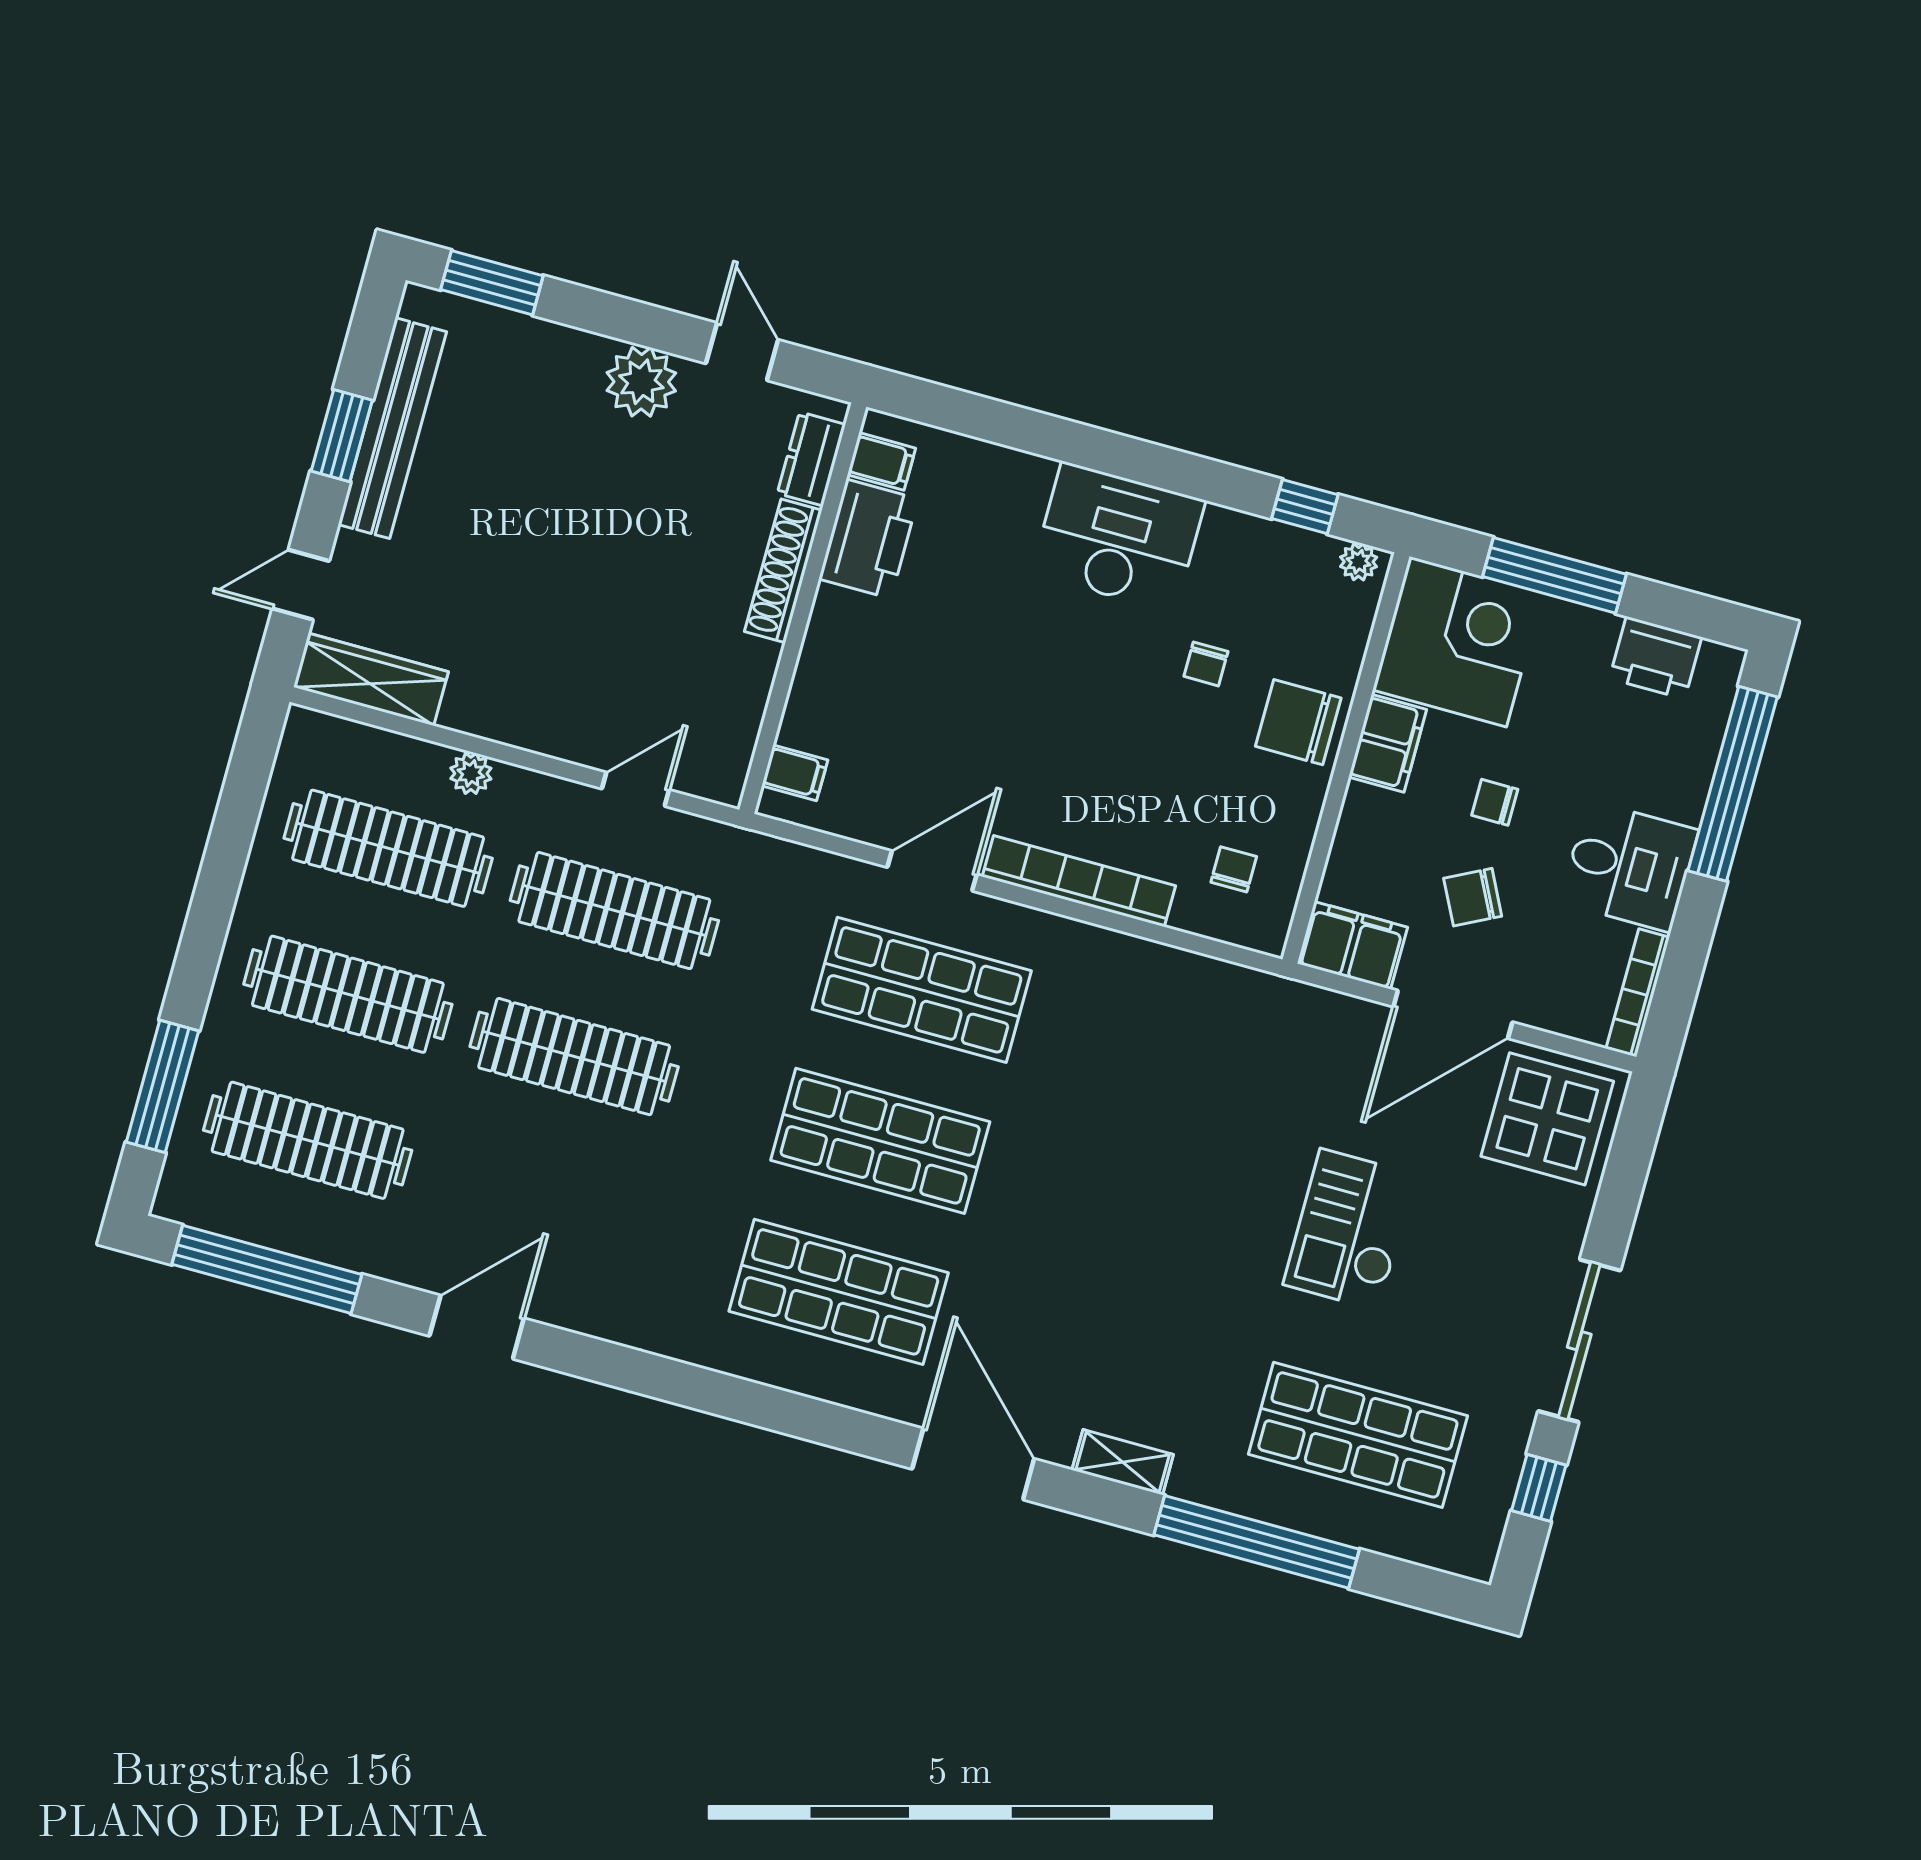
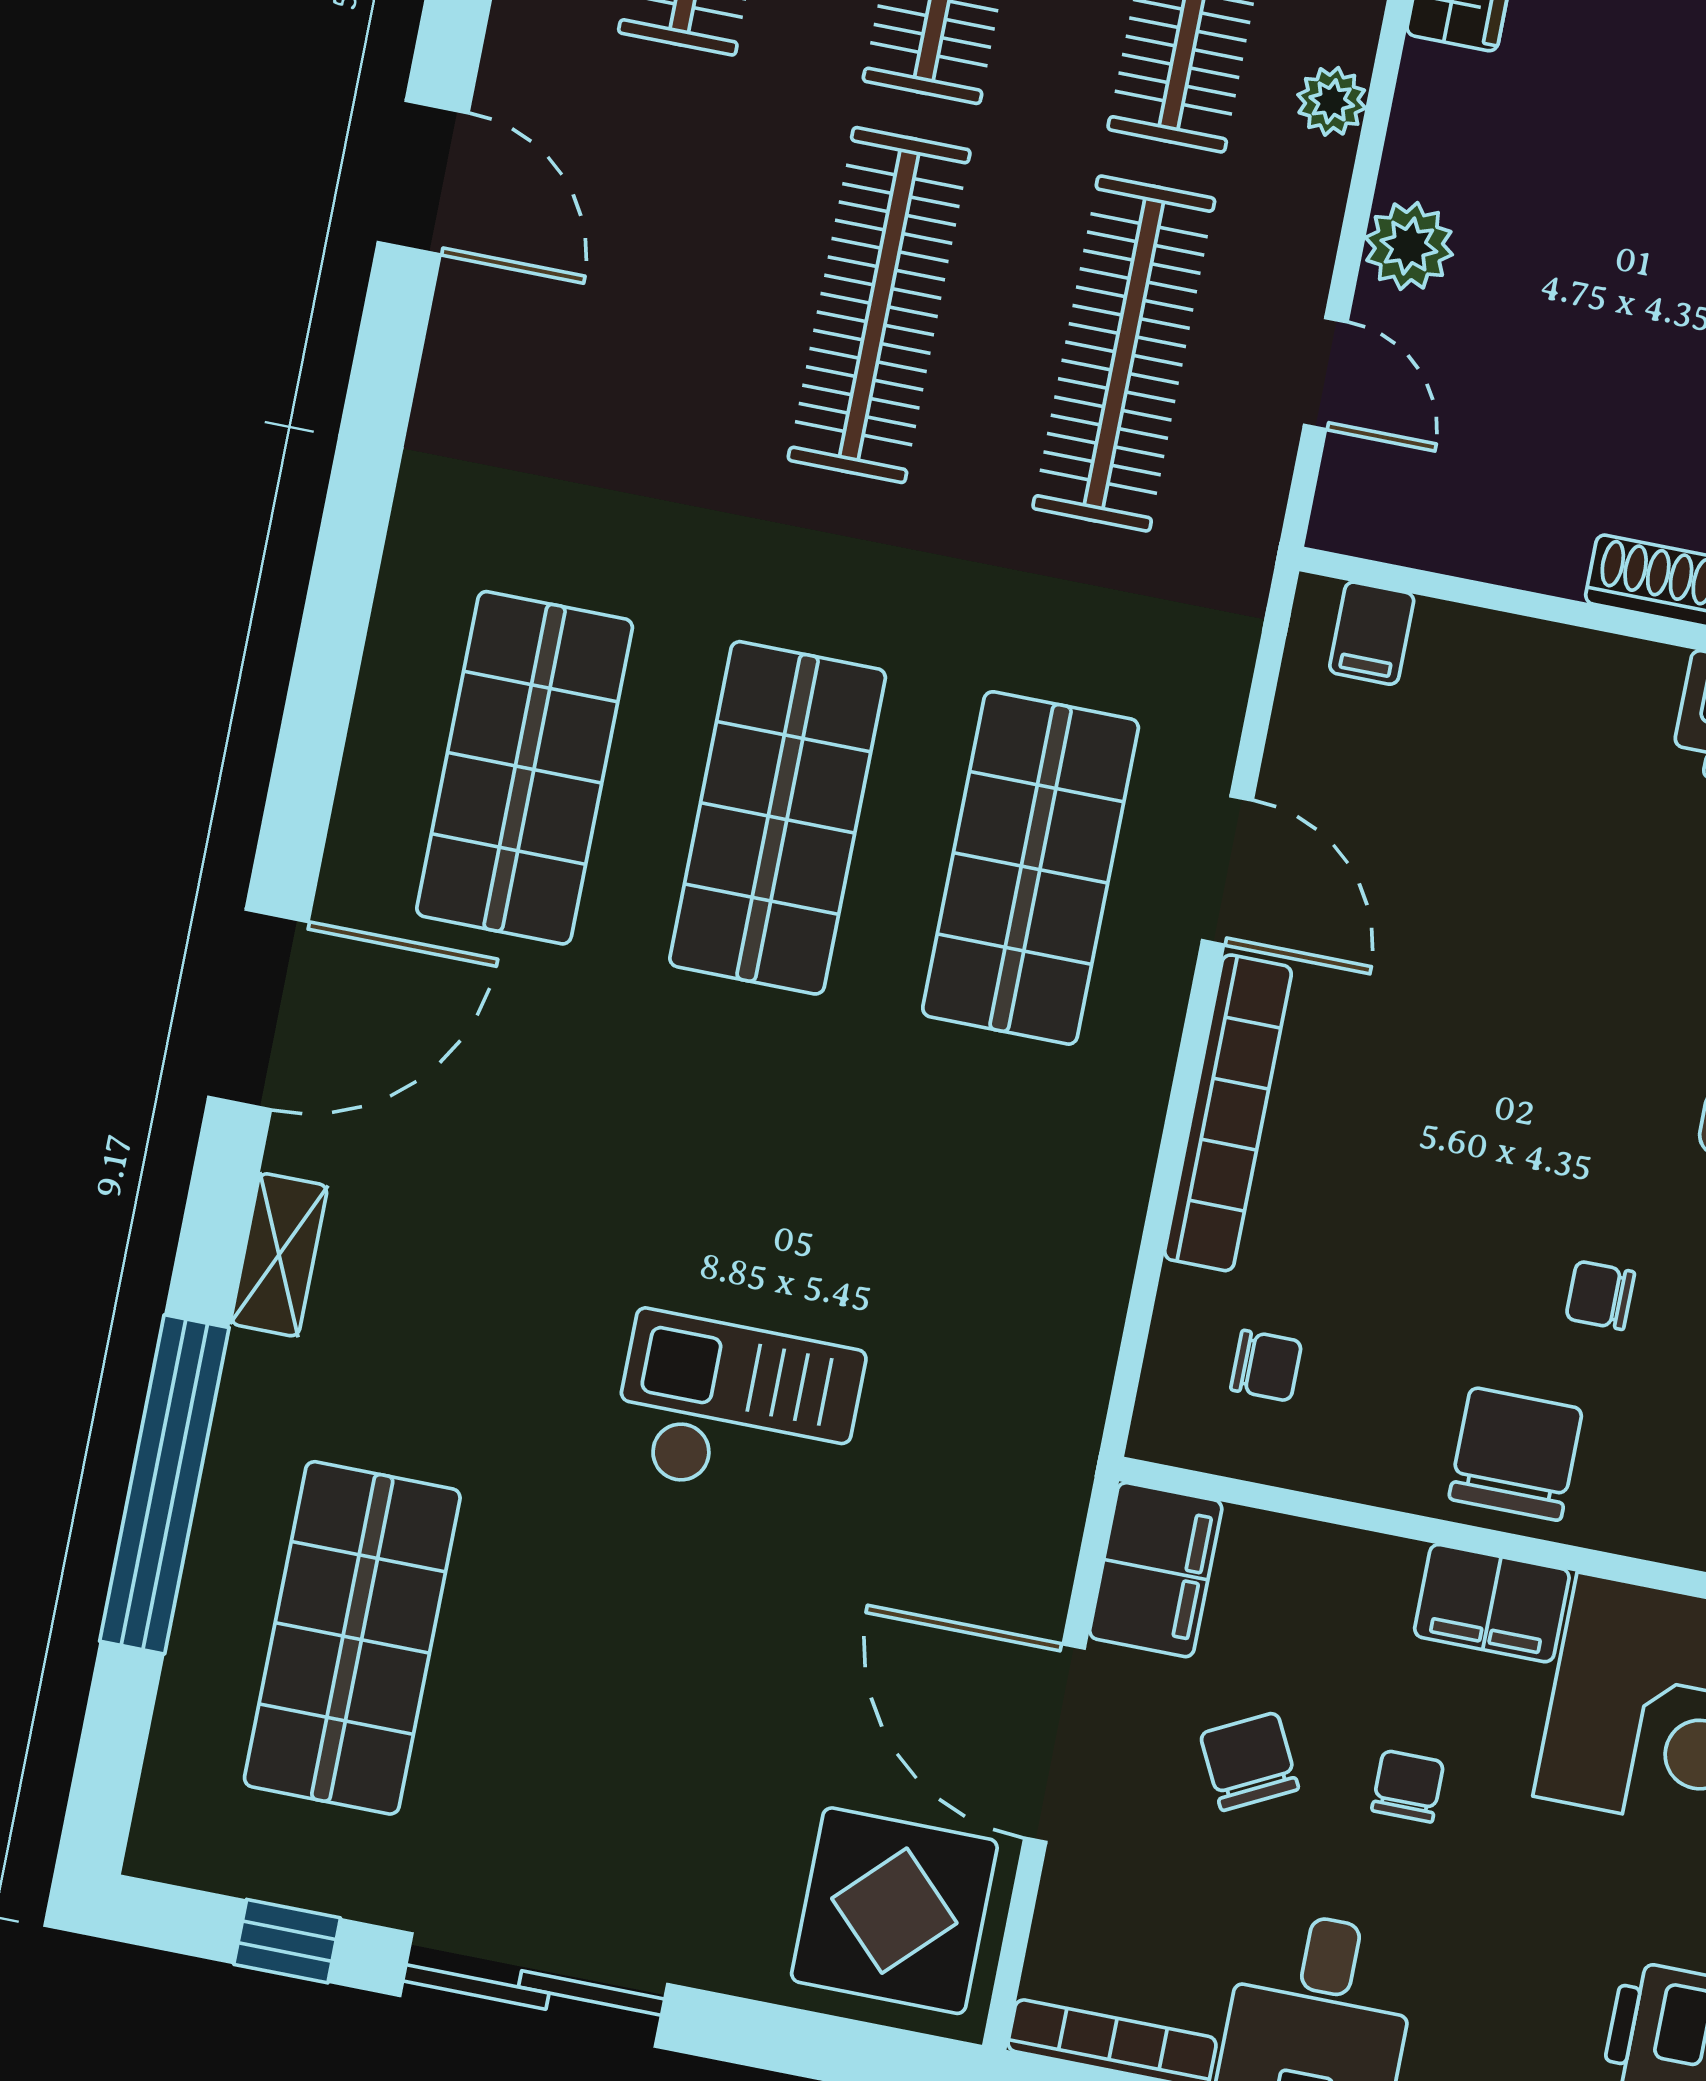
plant: (562, 733) -> (1409, 246), added
checkout: (1349, 1230) -> (737, 1410), moved

